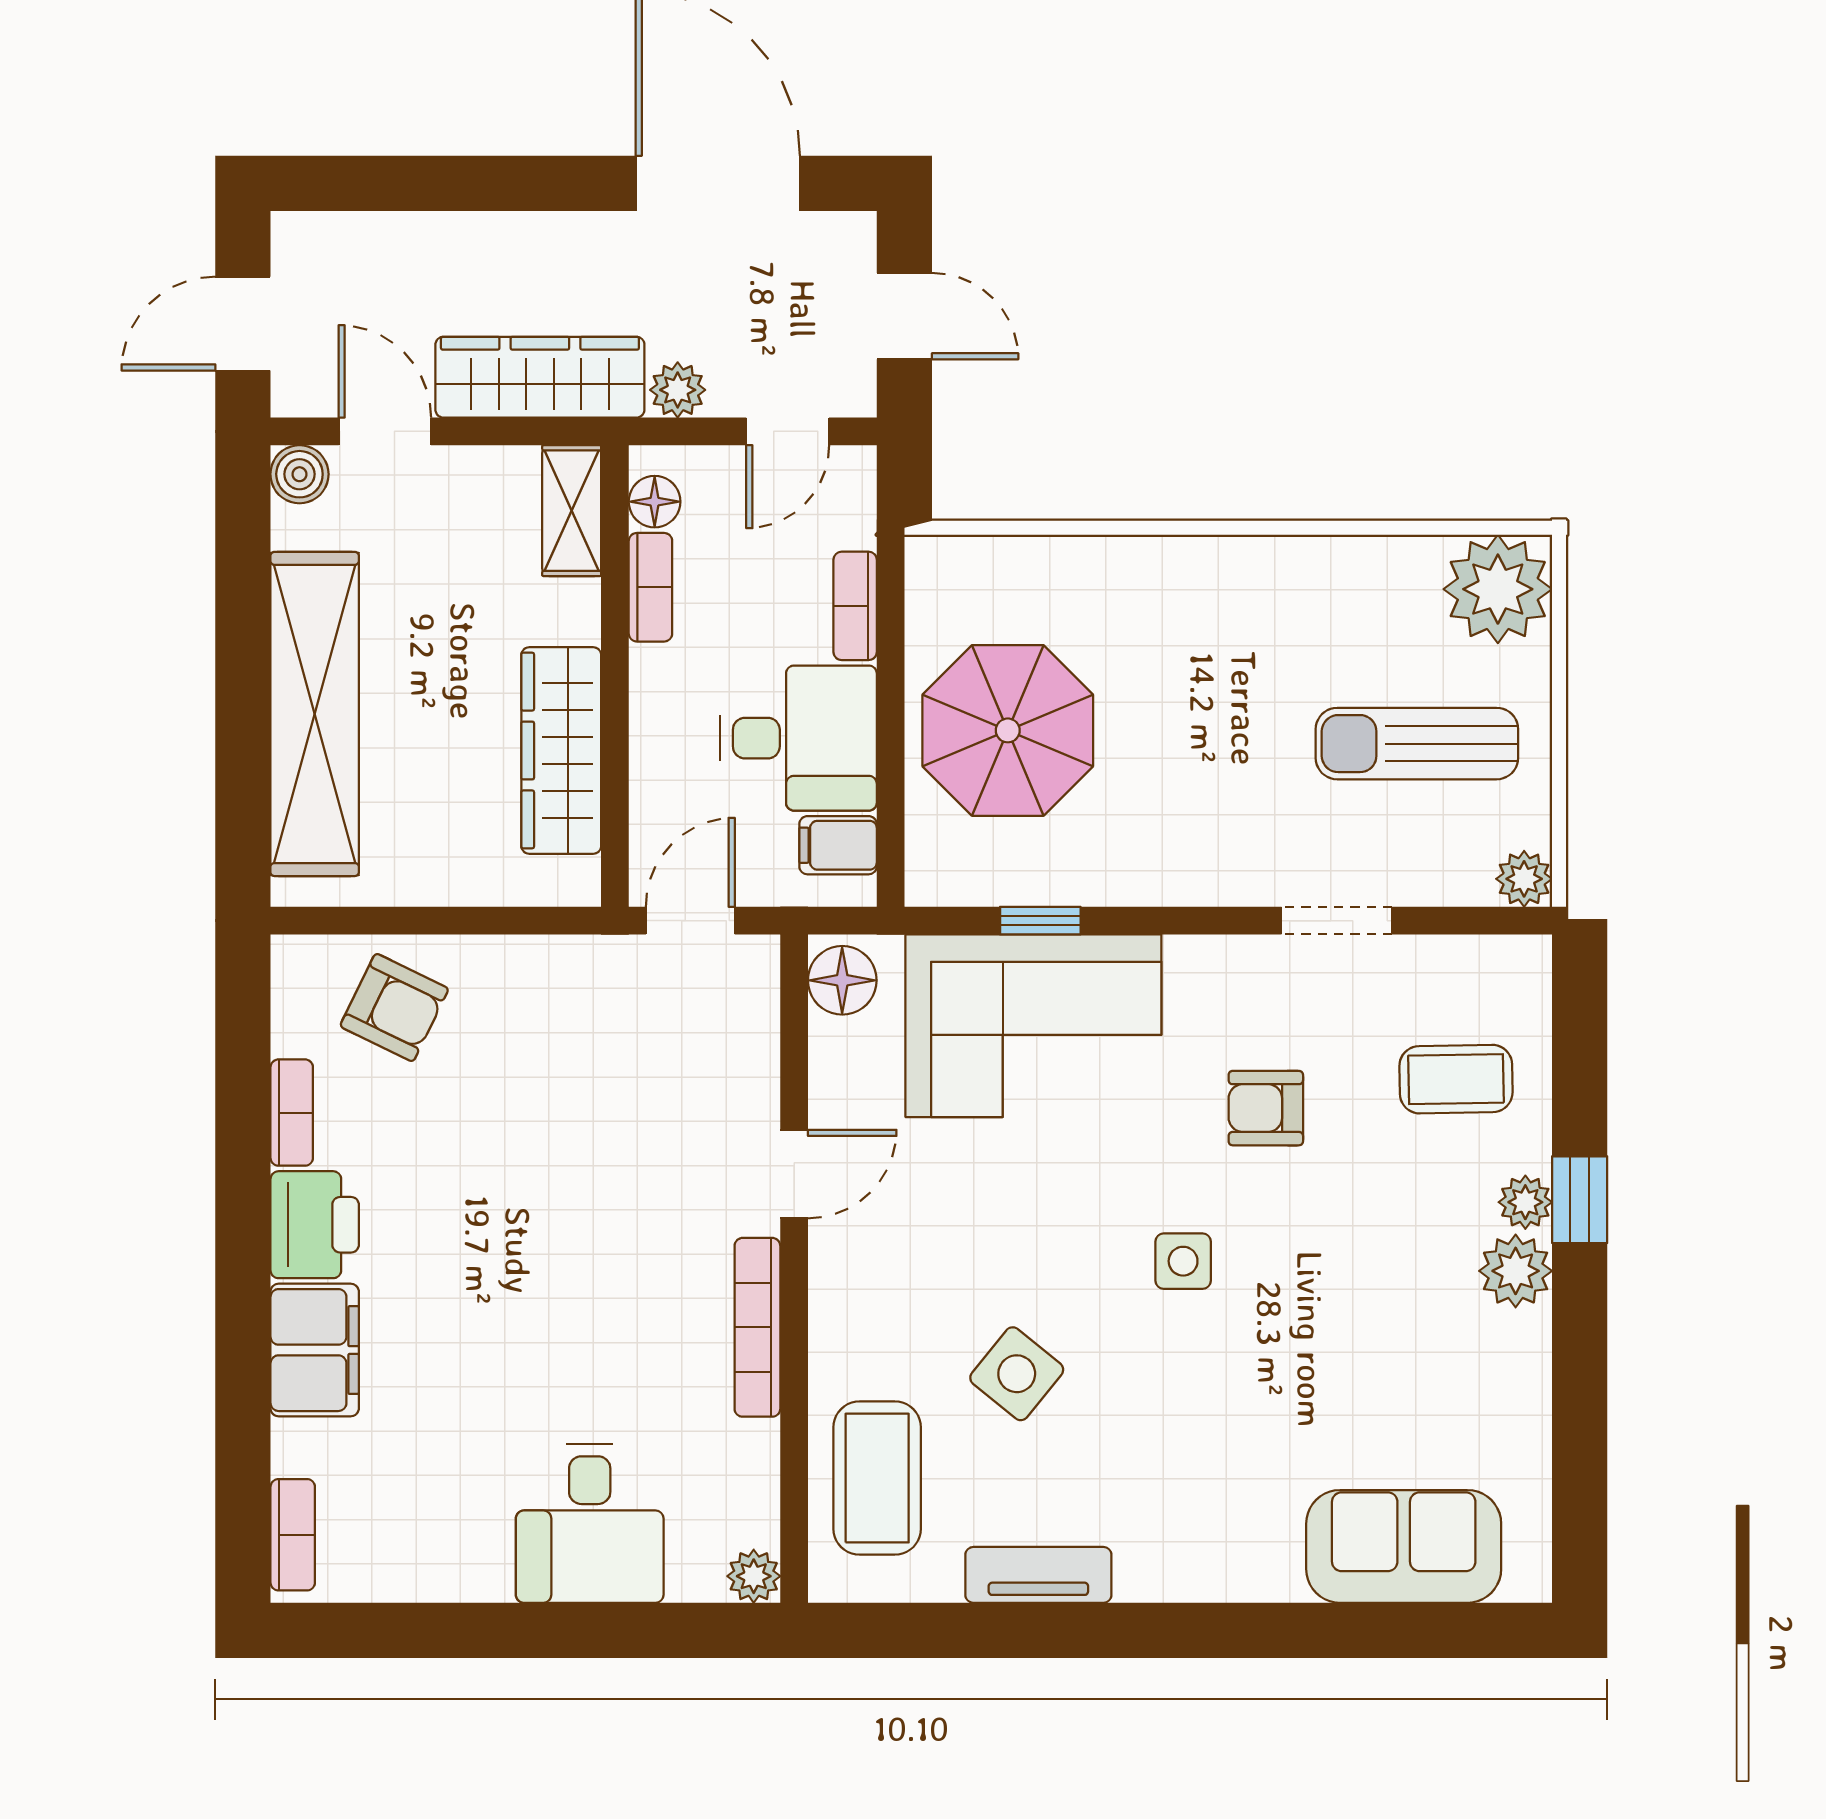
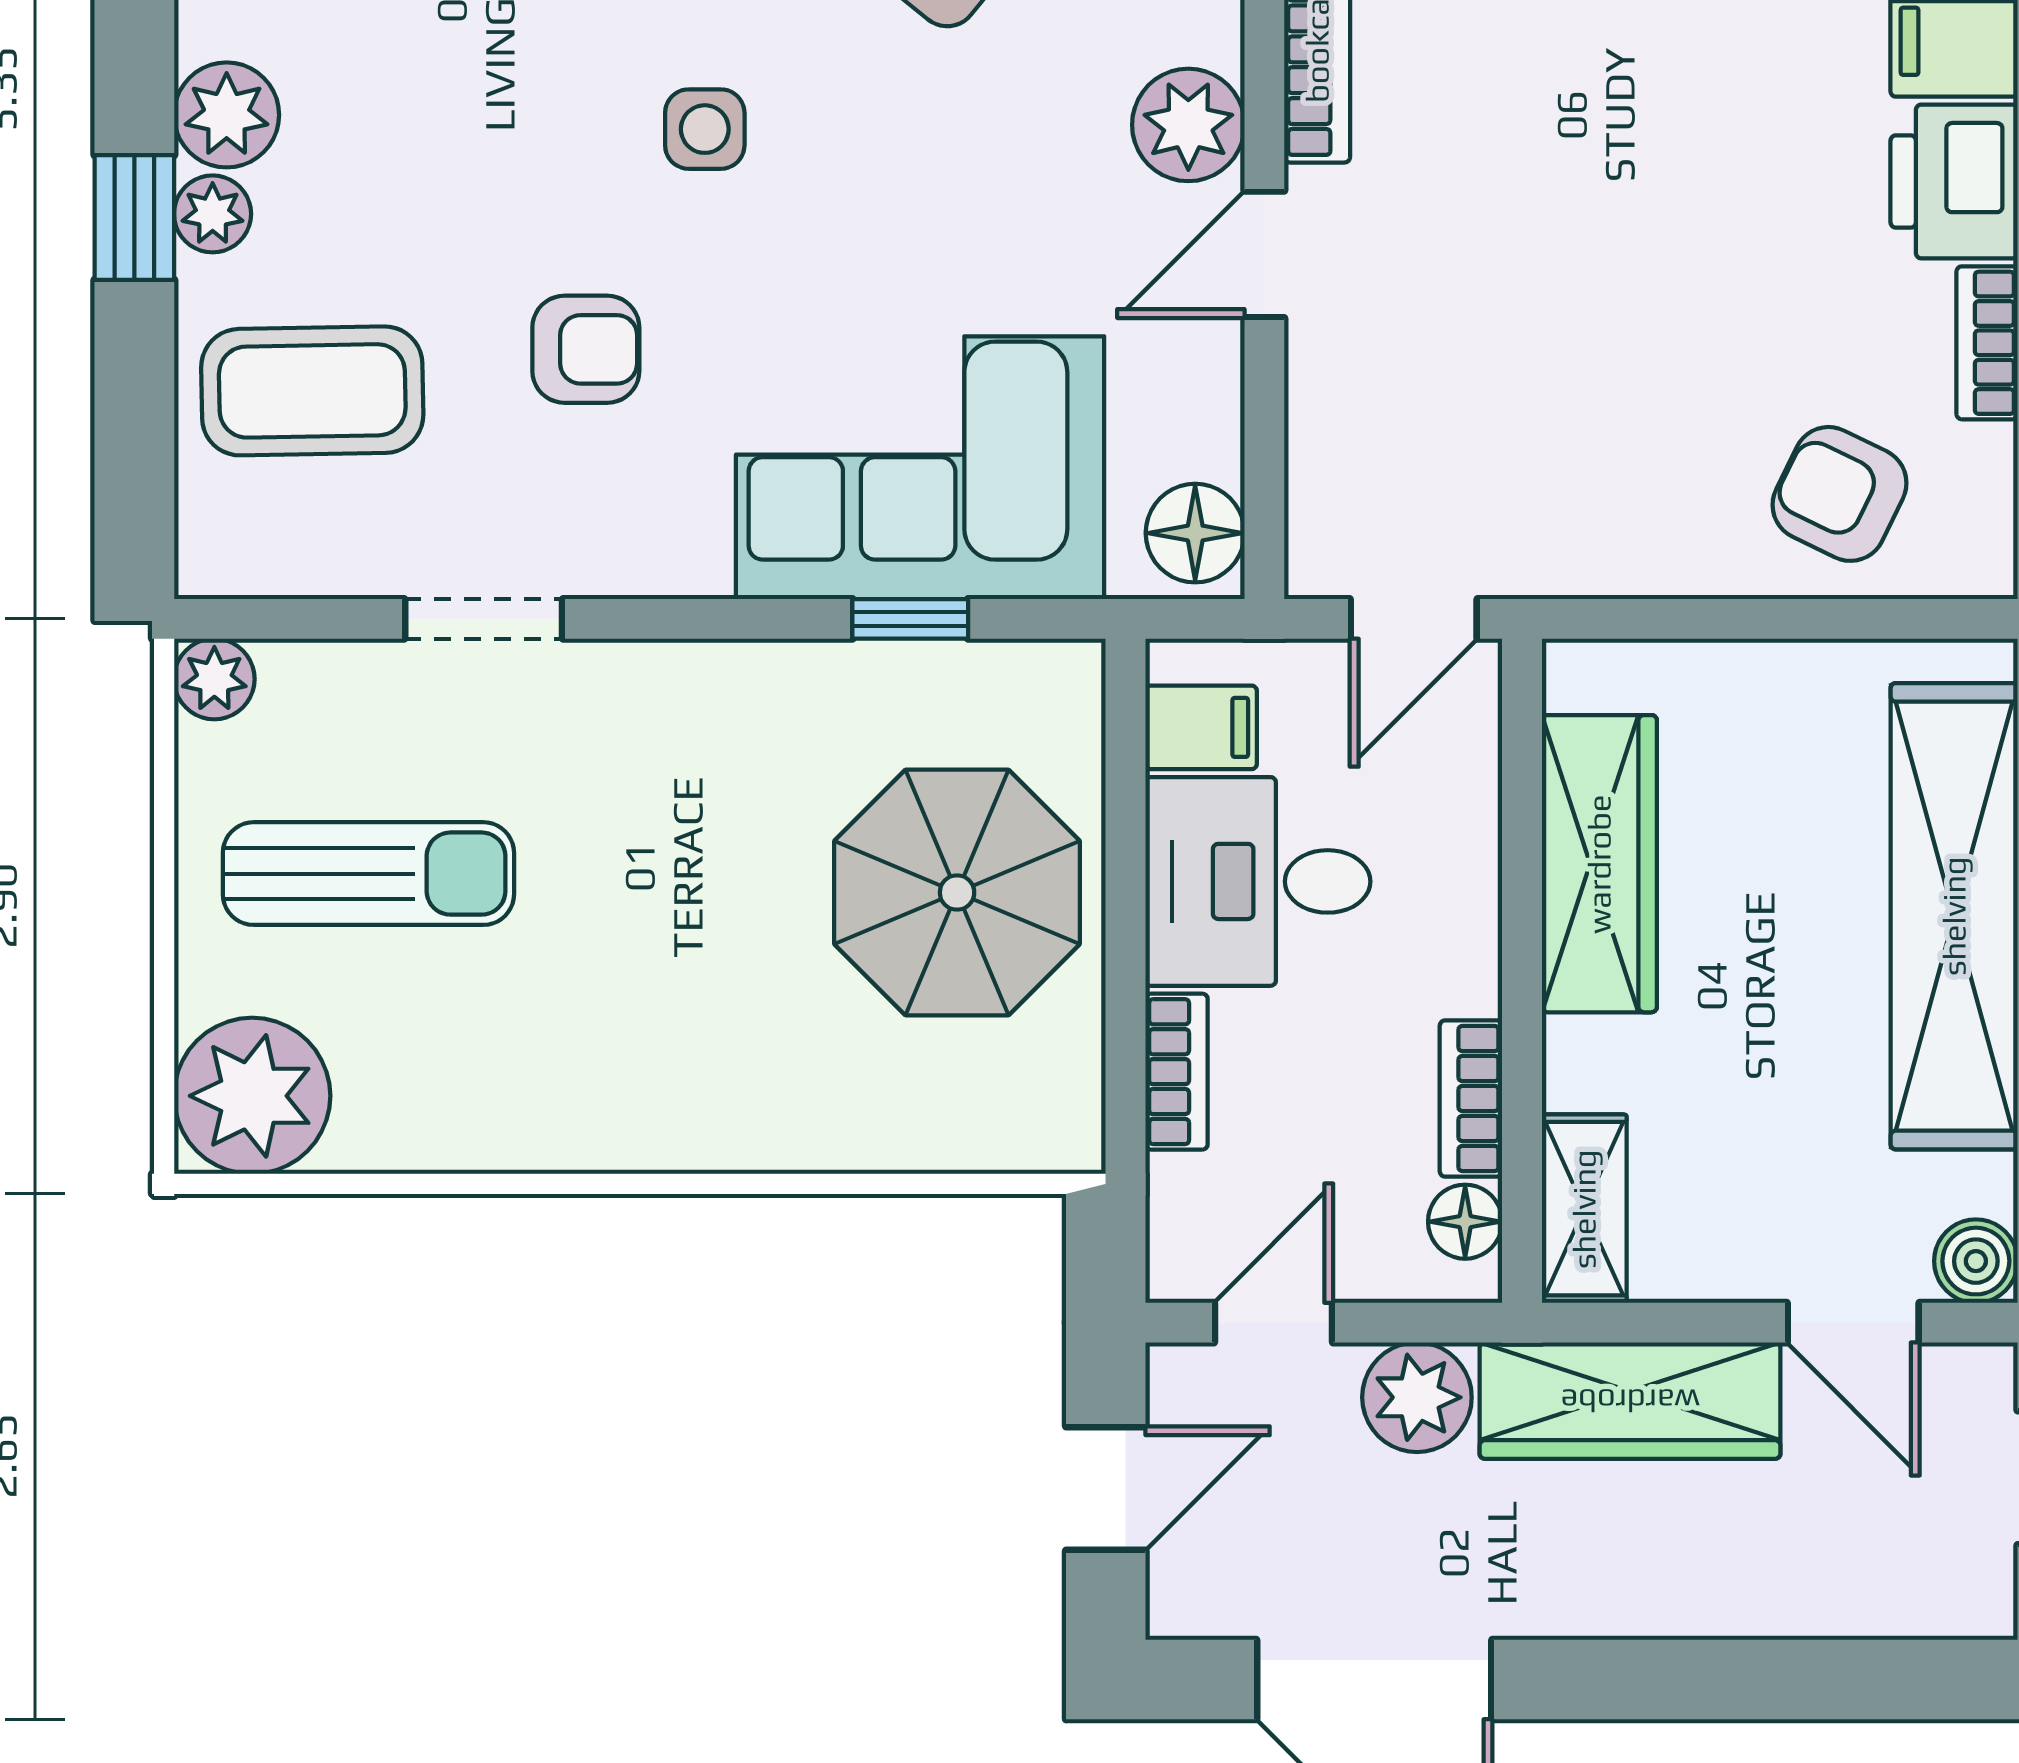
door: (904, 316) -> (1106, 1488), swing flipped
plant: (678, 390) -> (1417, 1397), width x1.38, depth x1.38
coffee table: (1456, 1079) -> (312, 391), width x1.36, depth x1.30
plant: (847, 1264) -> (1188, 125), added

